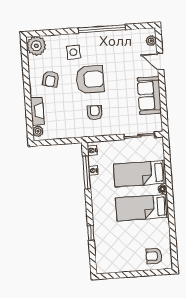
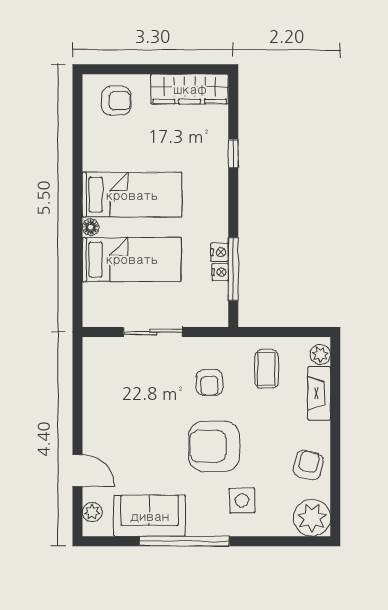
armchair: (51, 79) -> (308, 465), moved
sofa: (149, 95) -> (150, 516), moved, turned -90
coffee table: (65, 122) -> (267, 369), added
sliding door: (139, 136) -> (153, 332), moved
nightstand: (92, 150) -> (220, 252), moved
wardrobe: (116, 265) -> (190, 89), added

